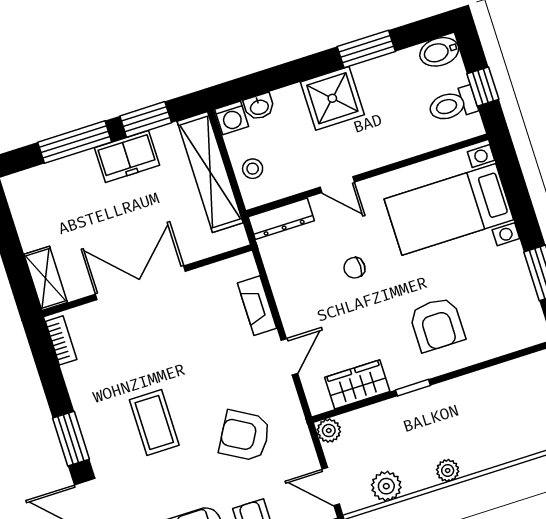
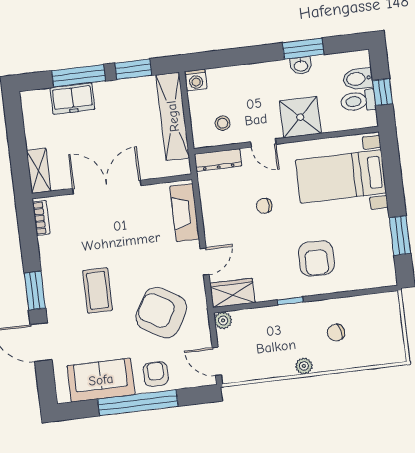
bidet: (439, 52) -> (358, 79), moved
shower: (332, 98) -> (300, 117), moved
washbasin: (259, 107) -> (301, 66), moved
freezer: (127, 156) -> (72, 99), moved
stool: (253, 169) -> (223, 123), moved
fireplace: (257, 306) -> (185, 213), width x1.37, depth x1.32
wardrobe: (357, 384) -> (232, 293), moved
chair: (482, 418) -> (336, 333), added
armchair: (245, 436) -> (161, 313), width x1.36, depth x1.36
plant: (386, 486) -> (257, 369), removed

